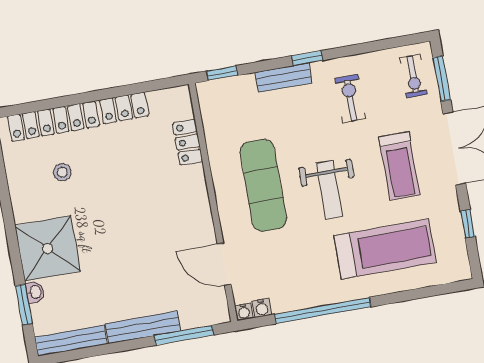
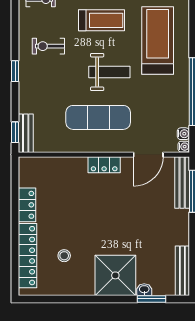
bench: (283, 78) -> (26, 133), moved
locker: (188, 142) -> (104, 165), moved
bench: (143, 327) -> (182, 182), moved

